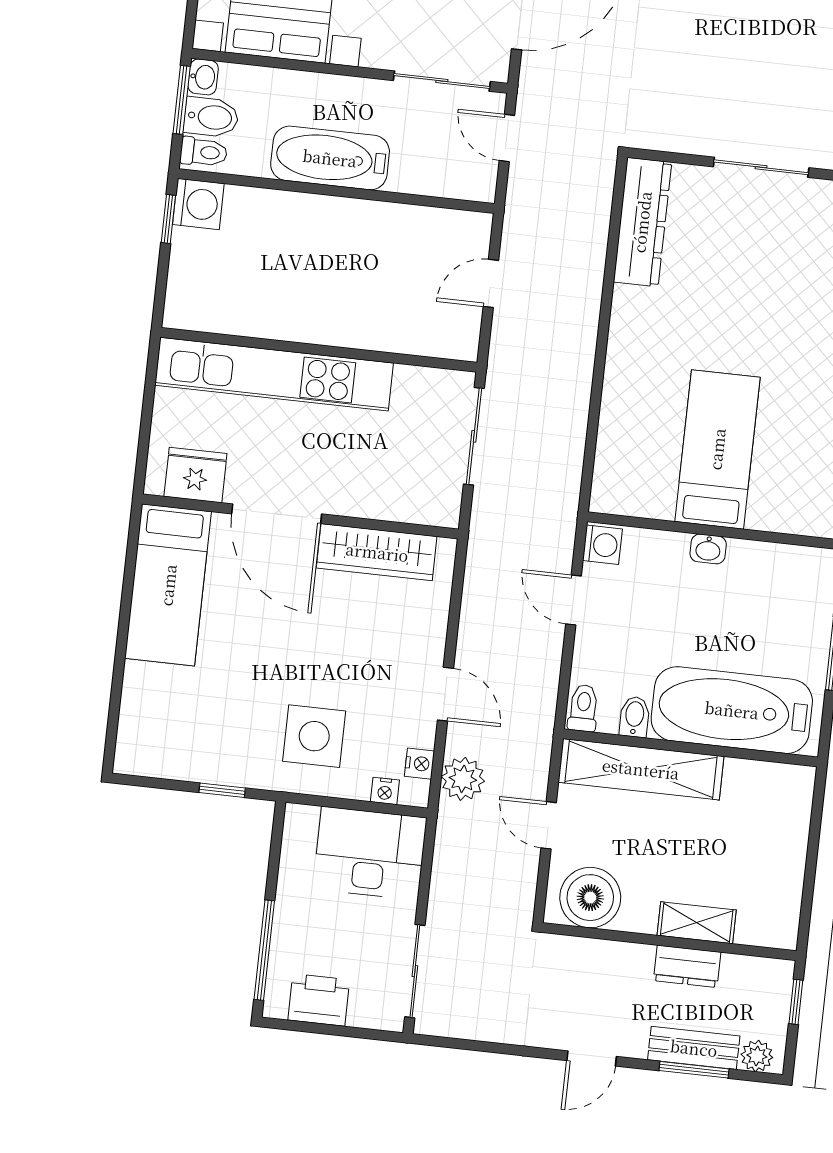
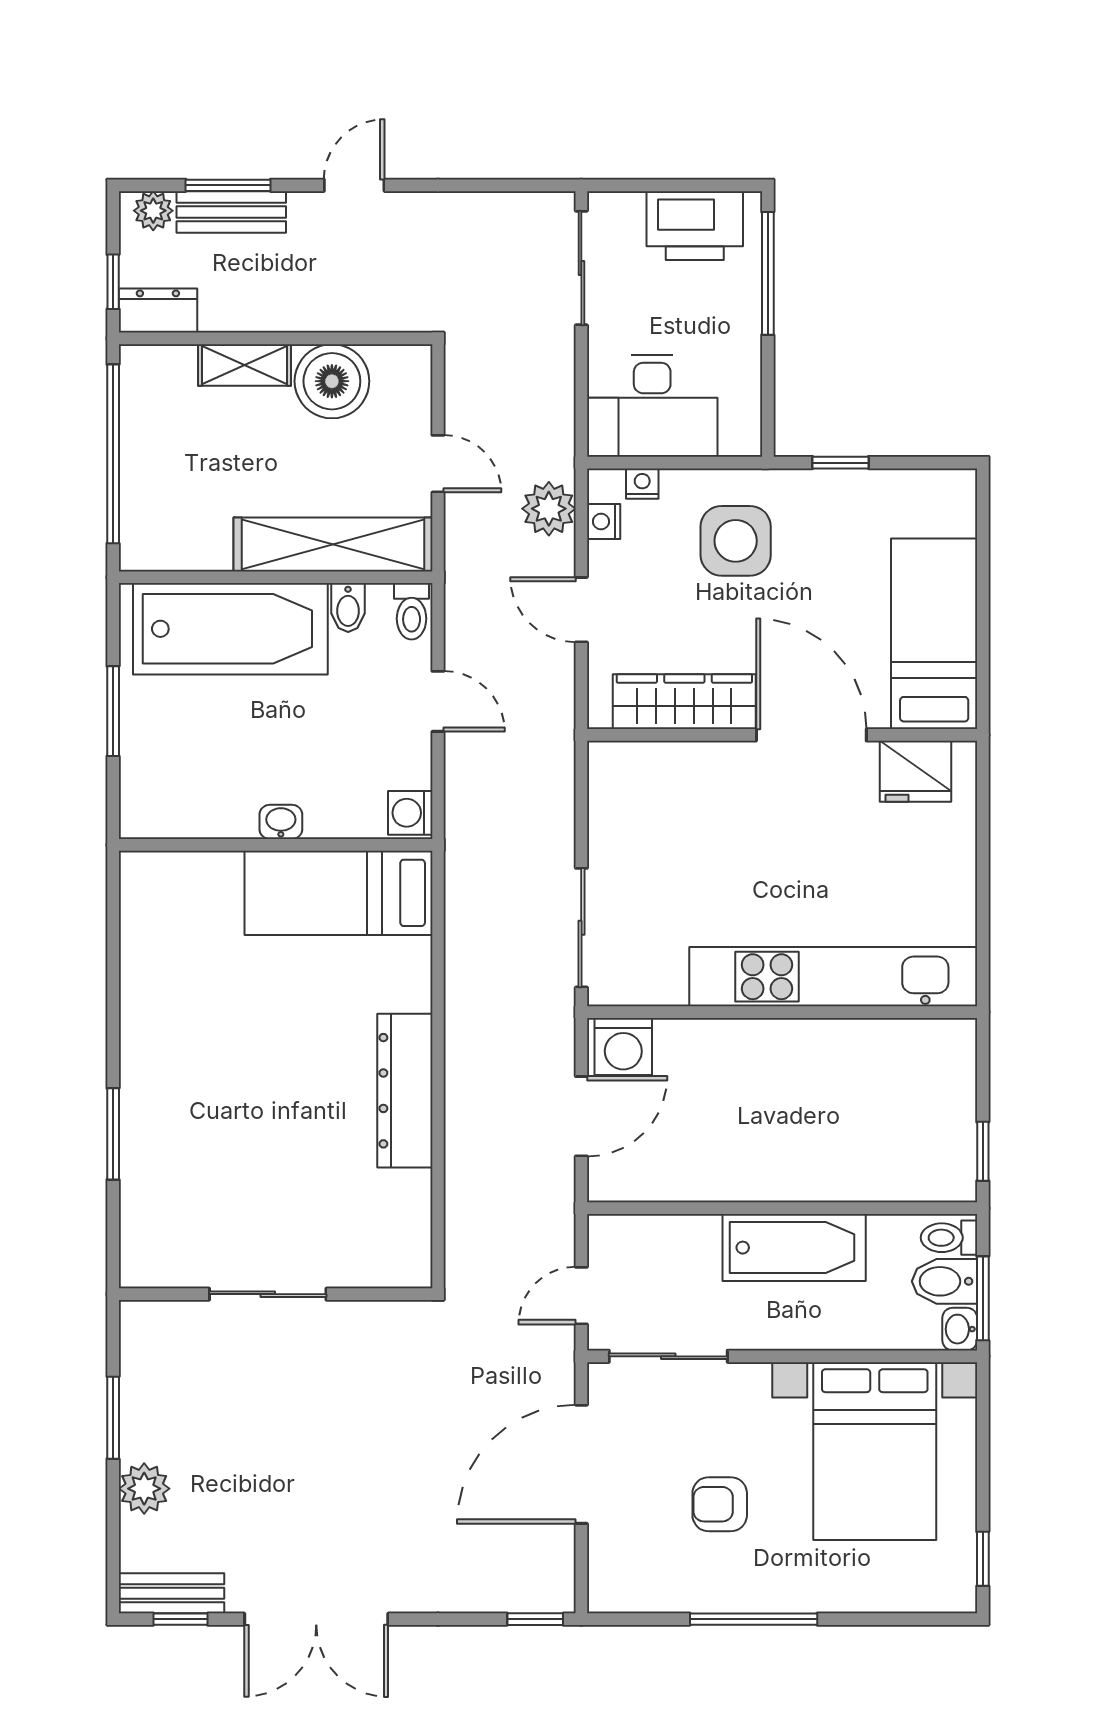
door: (507, 138) -> (581, 1296), swing flipped
washing machine: (198, 204) -> (623, 1047), moved, turned -90
dresser: (642, 222) -> (405, 1091), moved
door: (491, 283) -> (581, 1116), width x1.38
bed: (717, 449) -> (338, 893), moved, turned 90
fridge: (195, 475) -> (916, 771), moved
door: (277, 514) -> (811, 735), moved
wall: (300, 516) -> (782, 735), moved
wardrobe: (377, 552) -> (684, 702), moved
bed: (168, 585) -> (934, 634), moved
door: (574, 600) -> (438, 701), moved
window: (811, 862) -> (113, 454), added
boiler: (590, 898) -> (332, 381), moved
dresser: (687, 966) -> (158, 311), moved
printer: (319, 1000) -> (695, 226), width x1.37, depth x1.19

